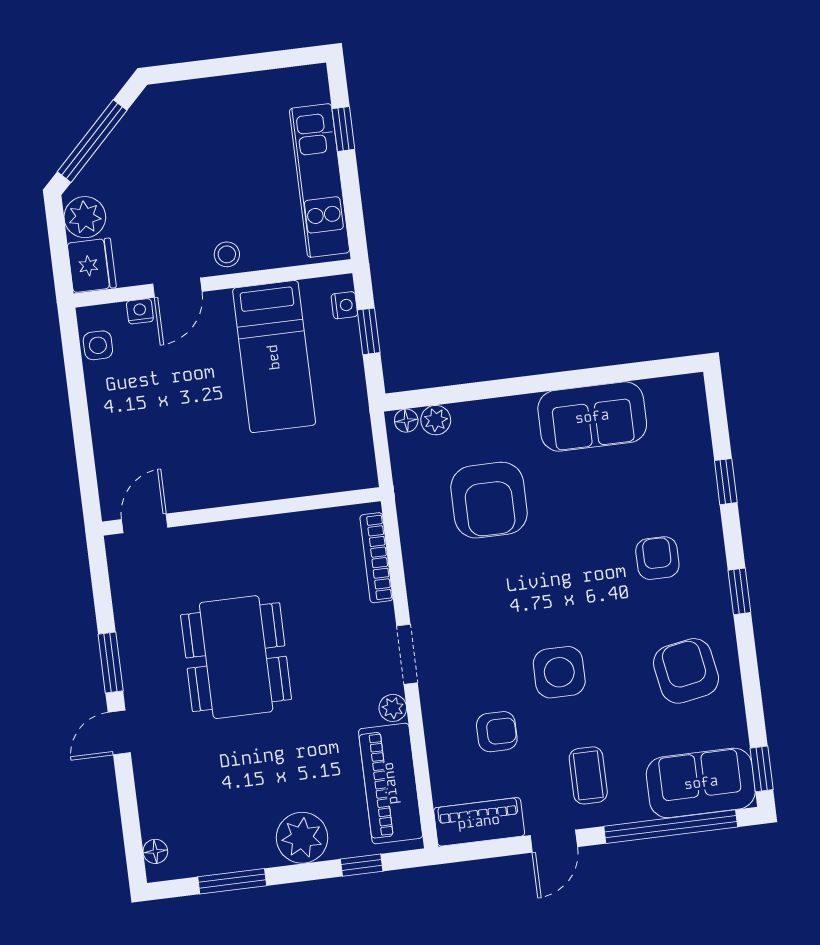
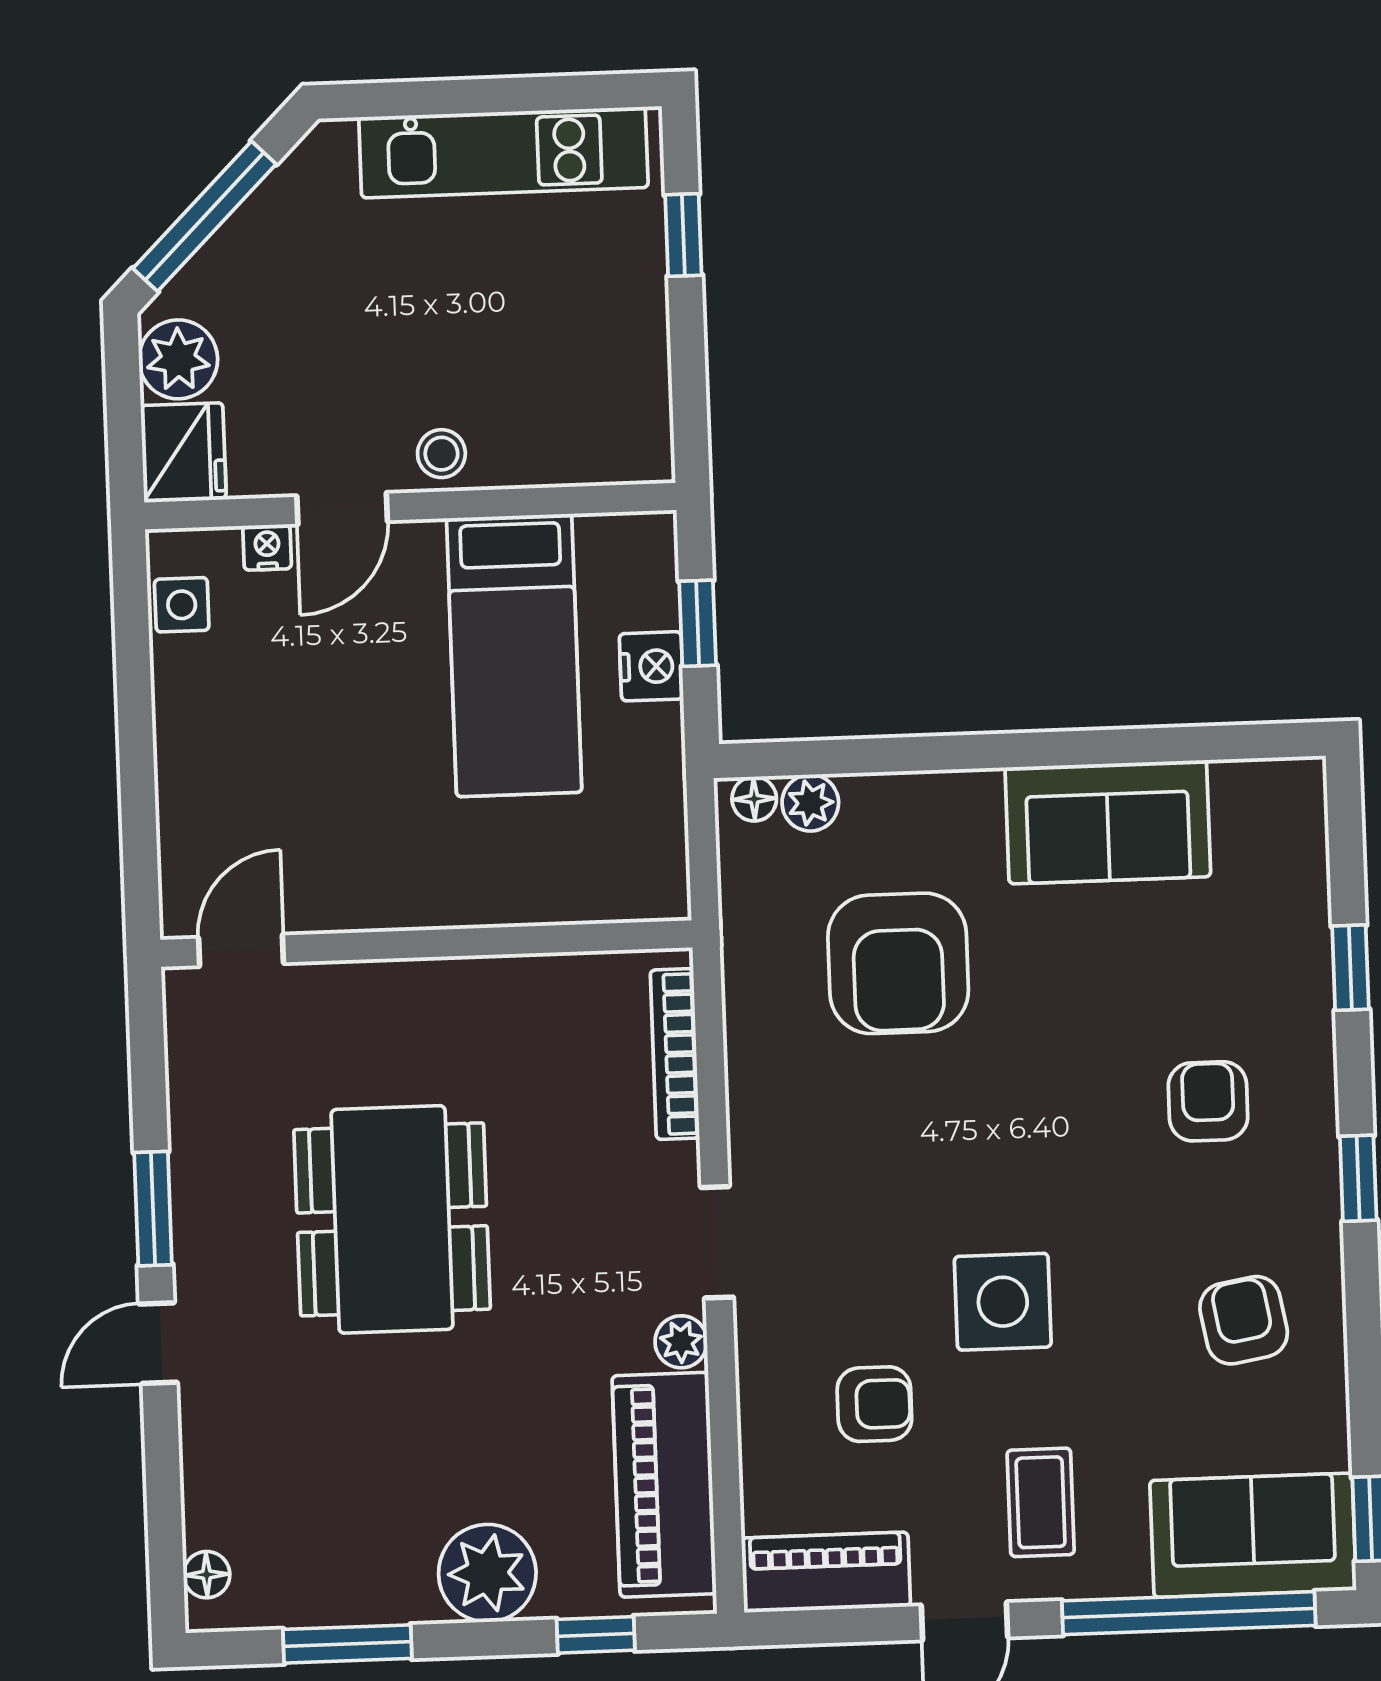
kitchen unit: (320, 181) -> (503, 152), moved, turned -90
nightstand: (344, 305) -> (651, 666), moved, width x1.39, depth x1.35
armchair: (686, 671) -> (1244, 1320), width x0.72, depth x0.72

